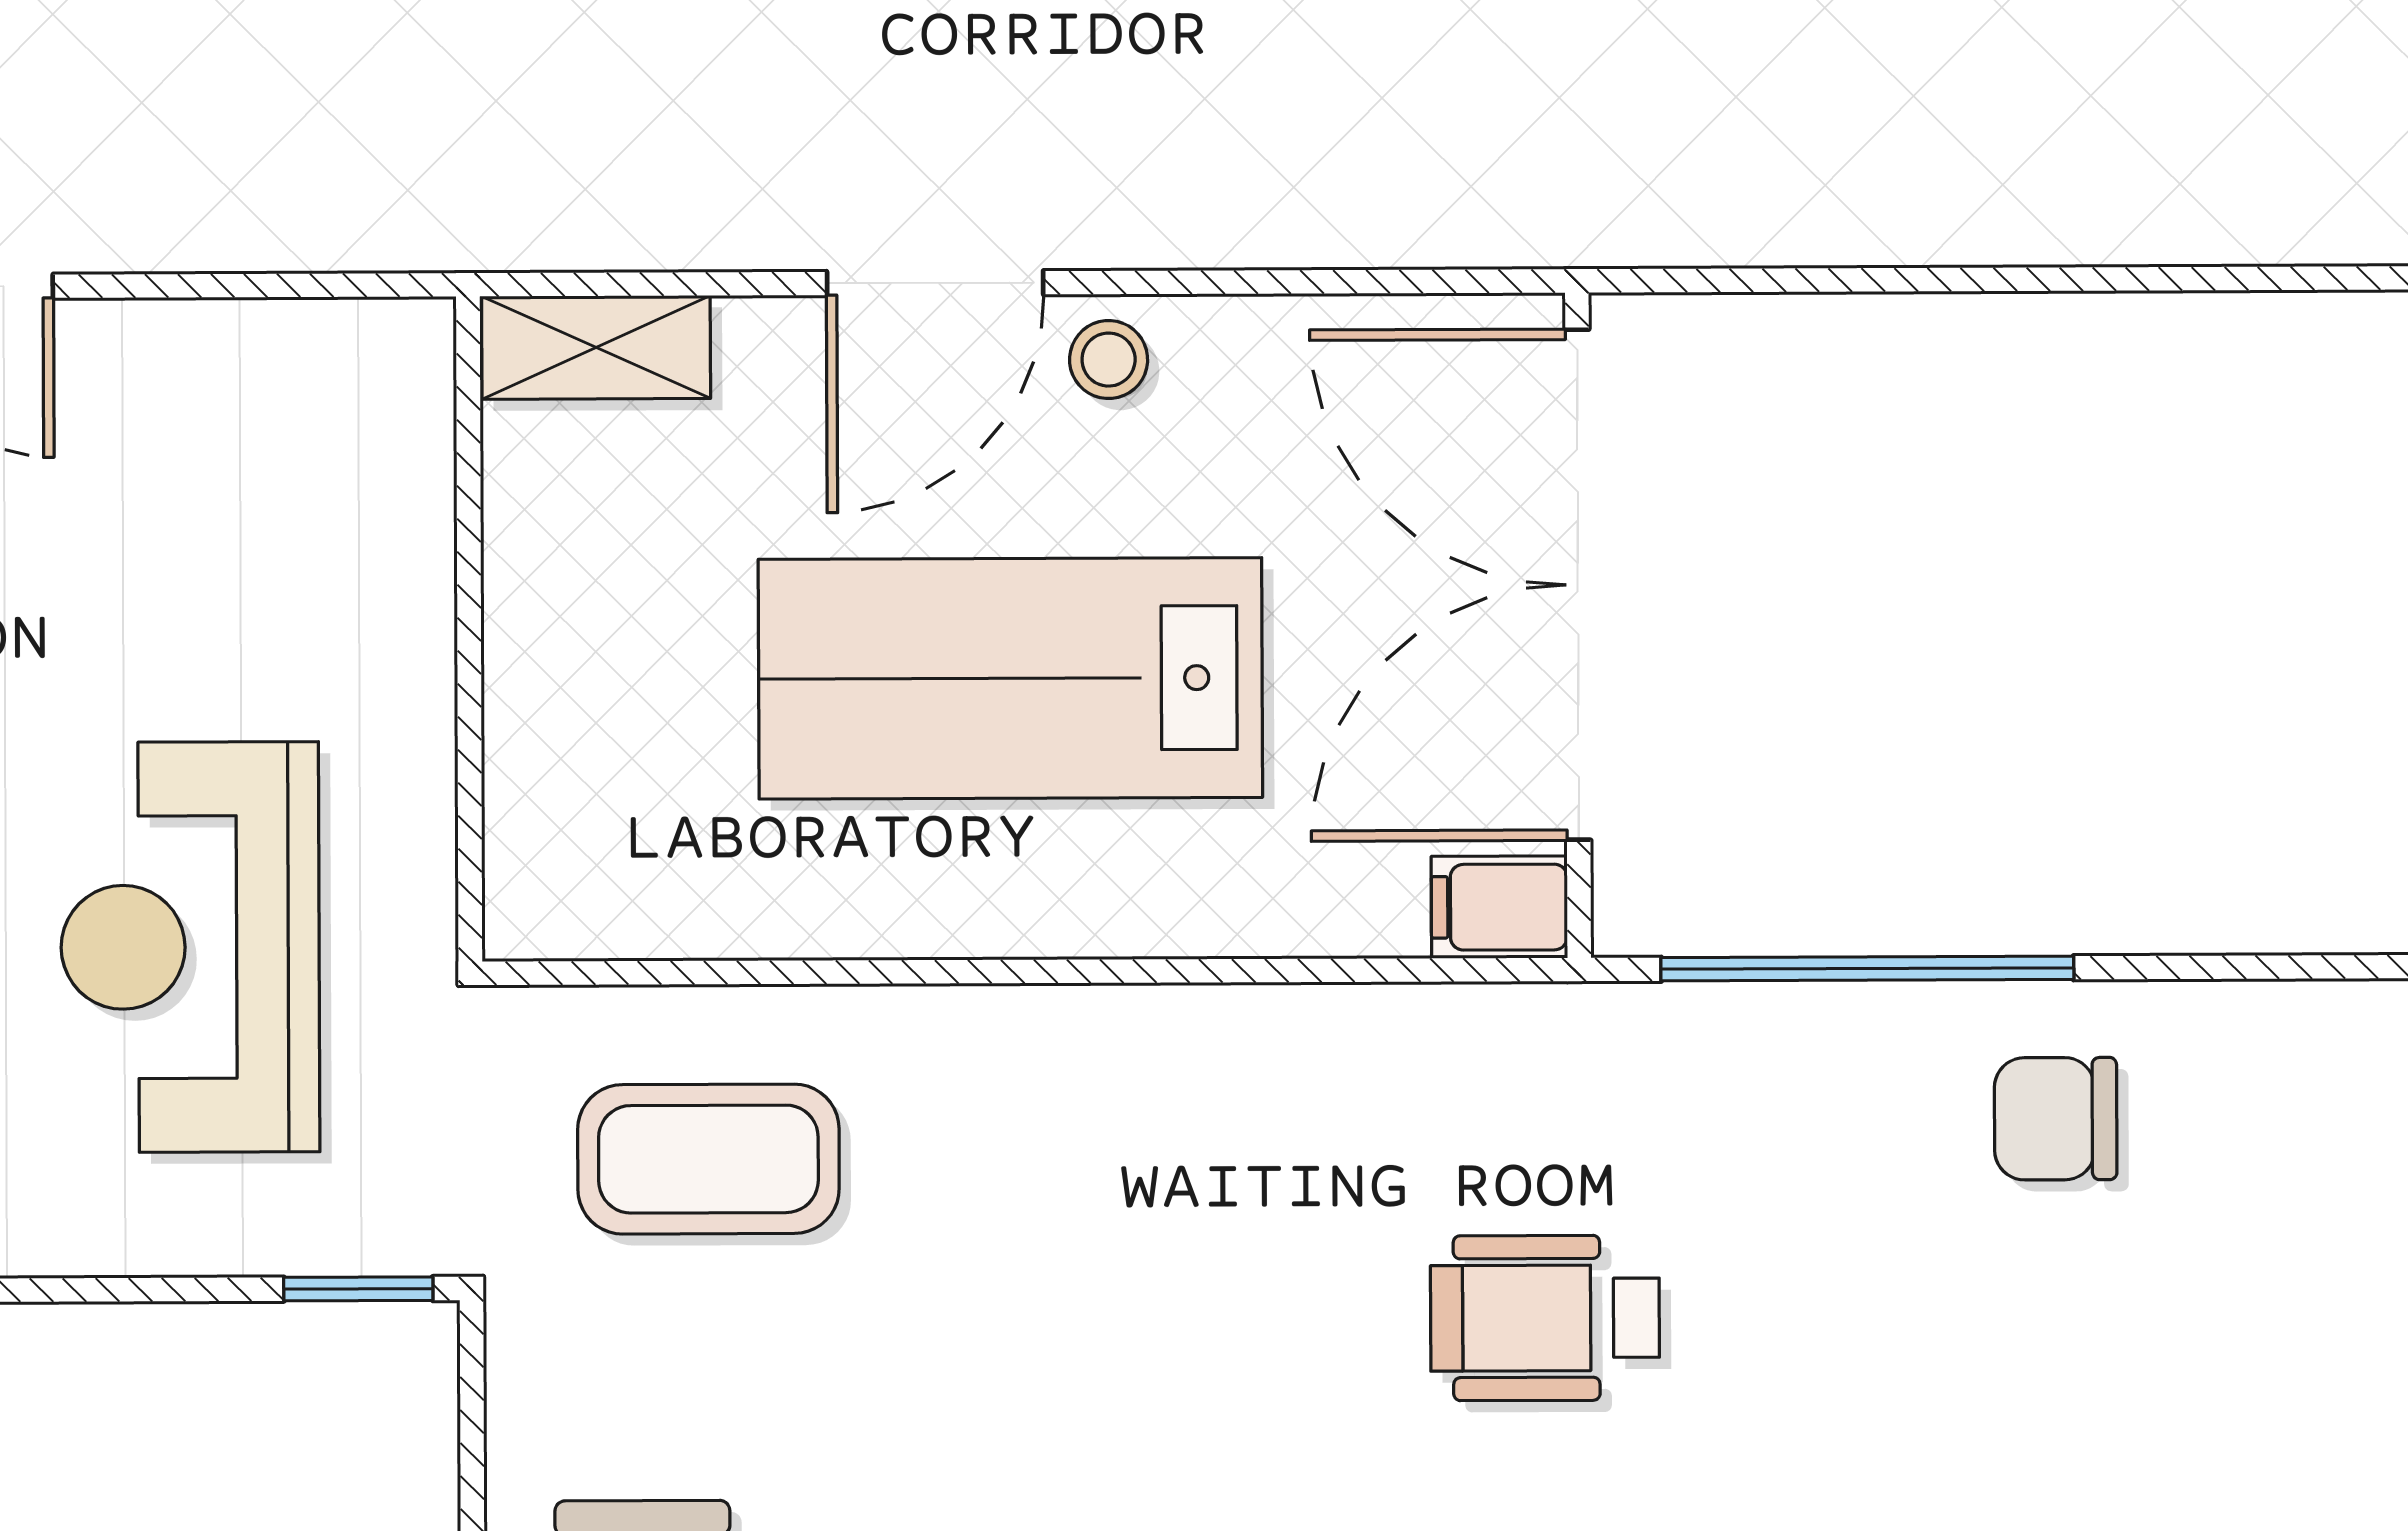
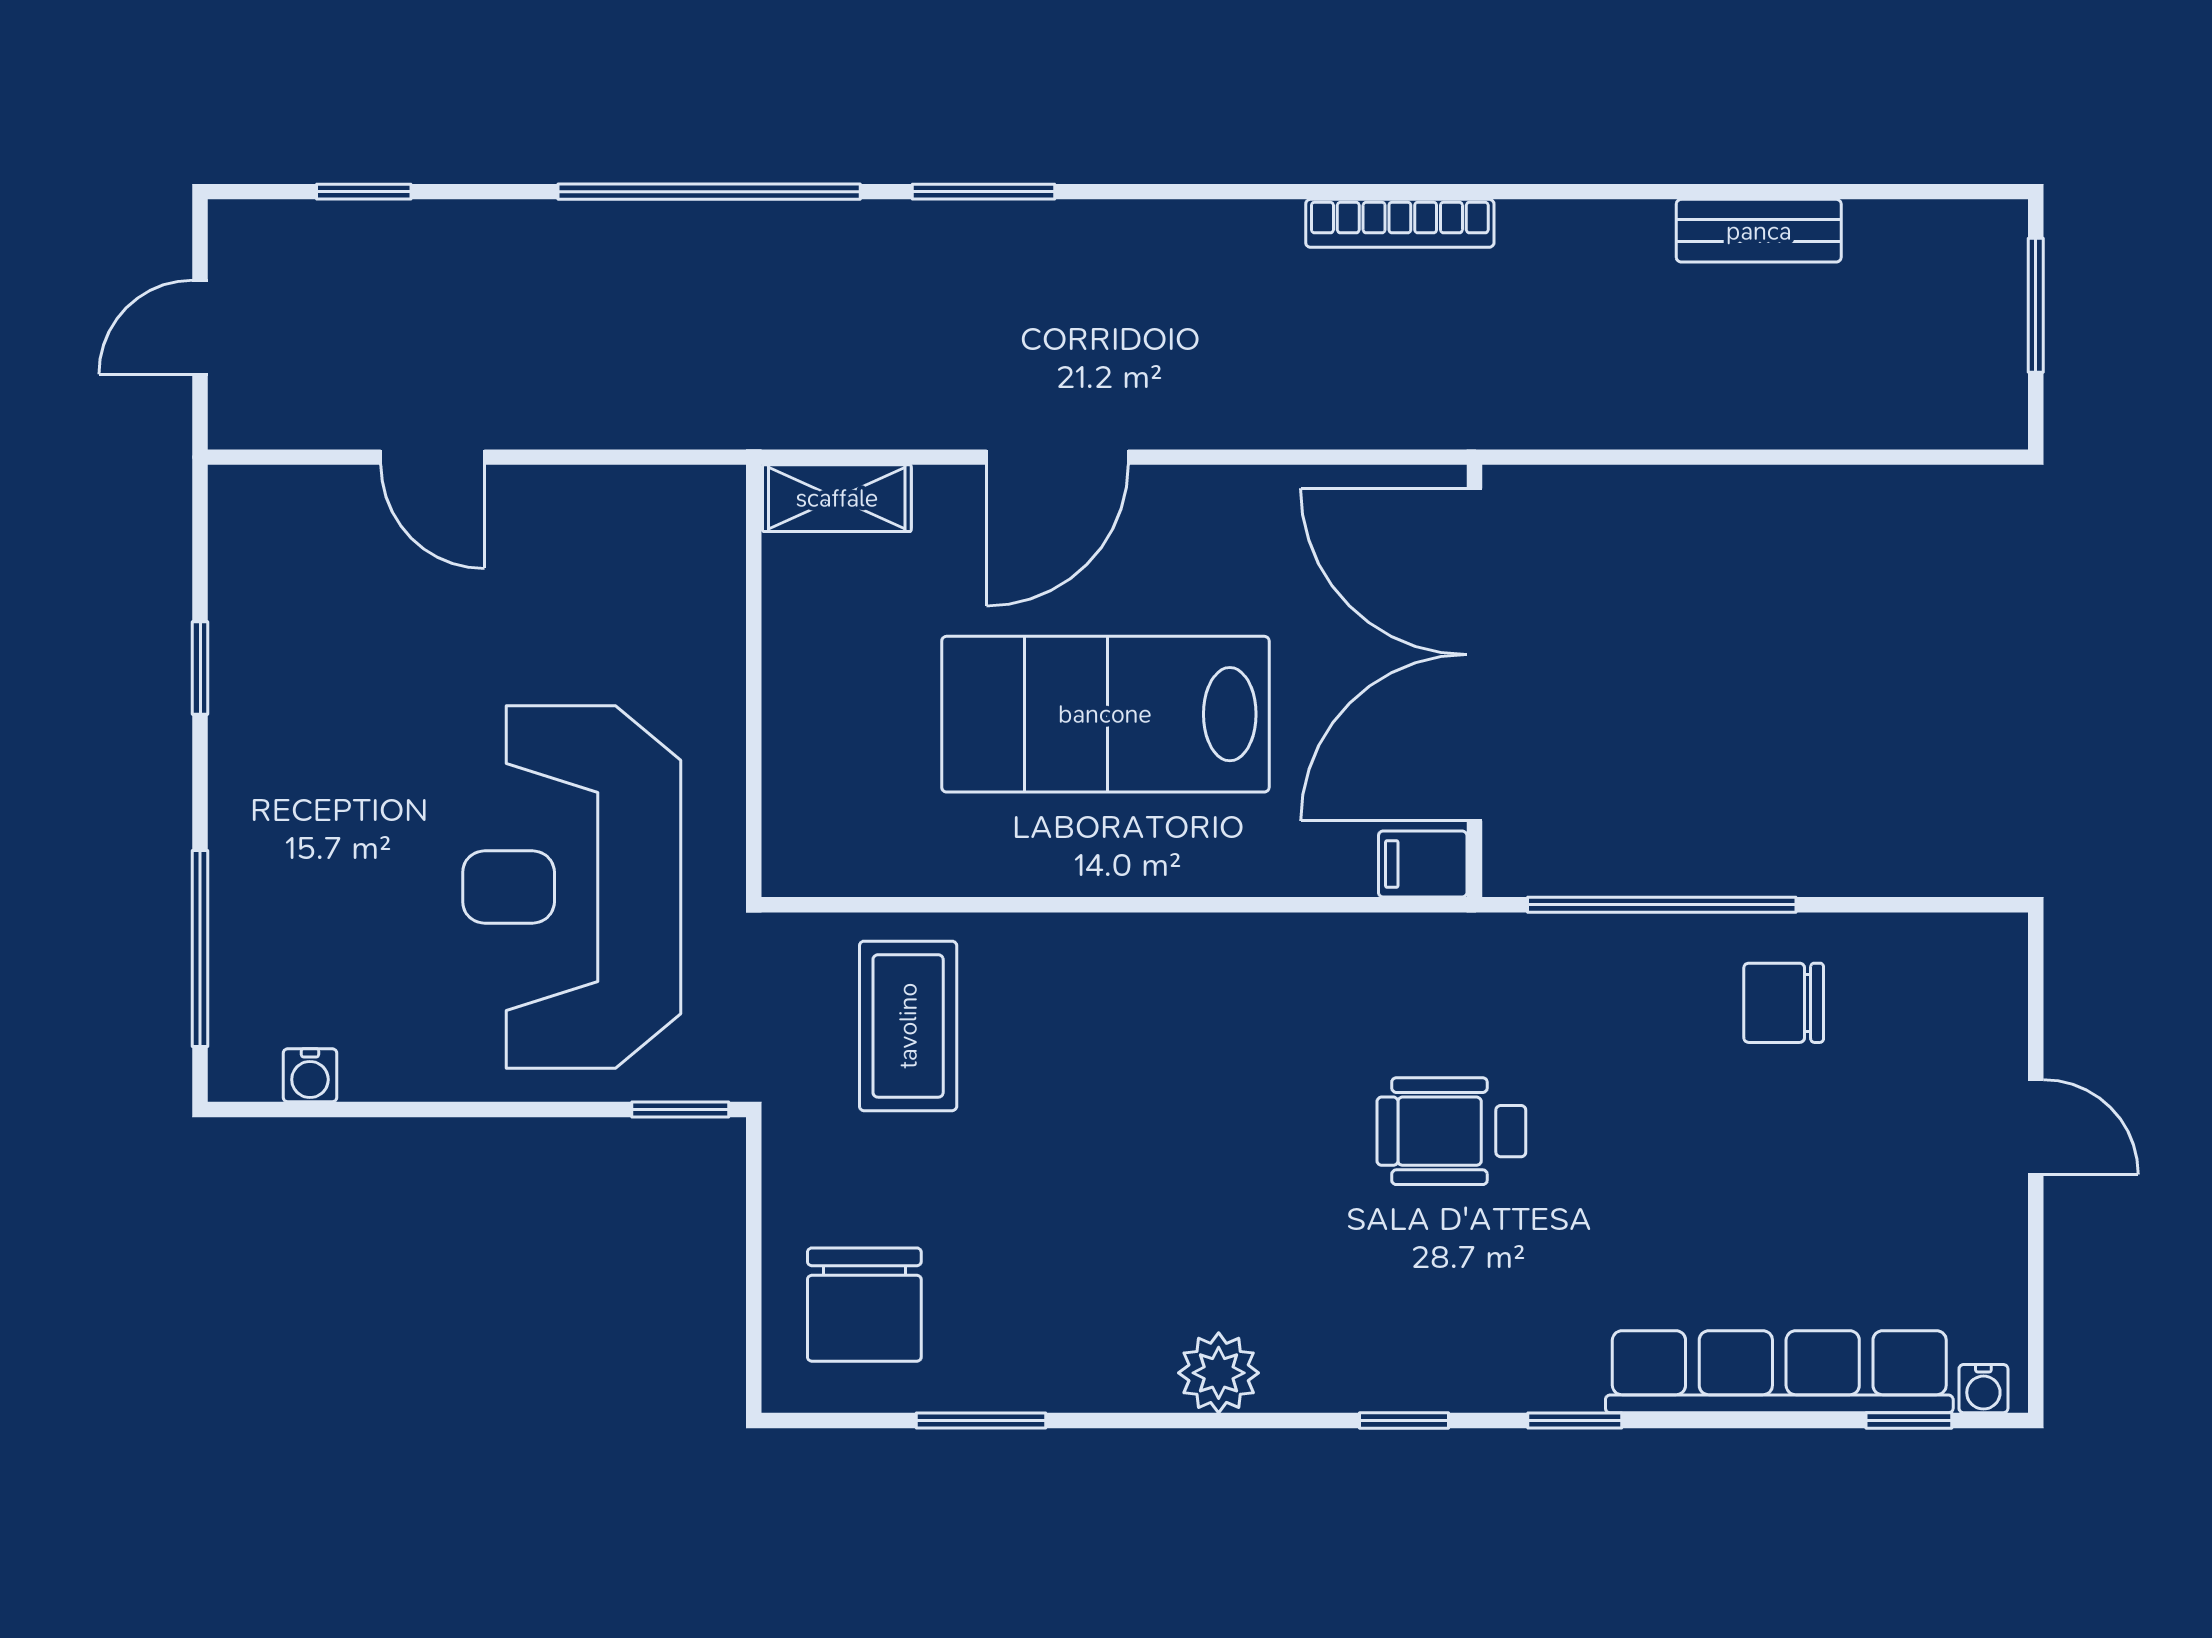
stool: (1109, 360) -> (1170, 507), removed
reception desk: (190, 947) -> (572, 887), width x1.36, depth x1.30
coffee table: (708, 1159) -> (908, 1026), turned 90

